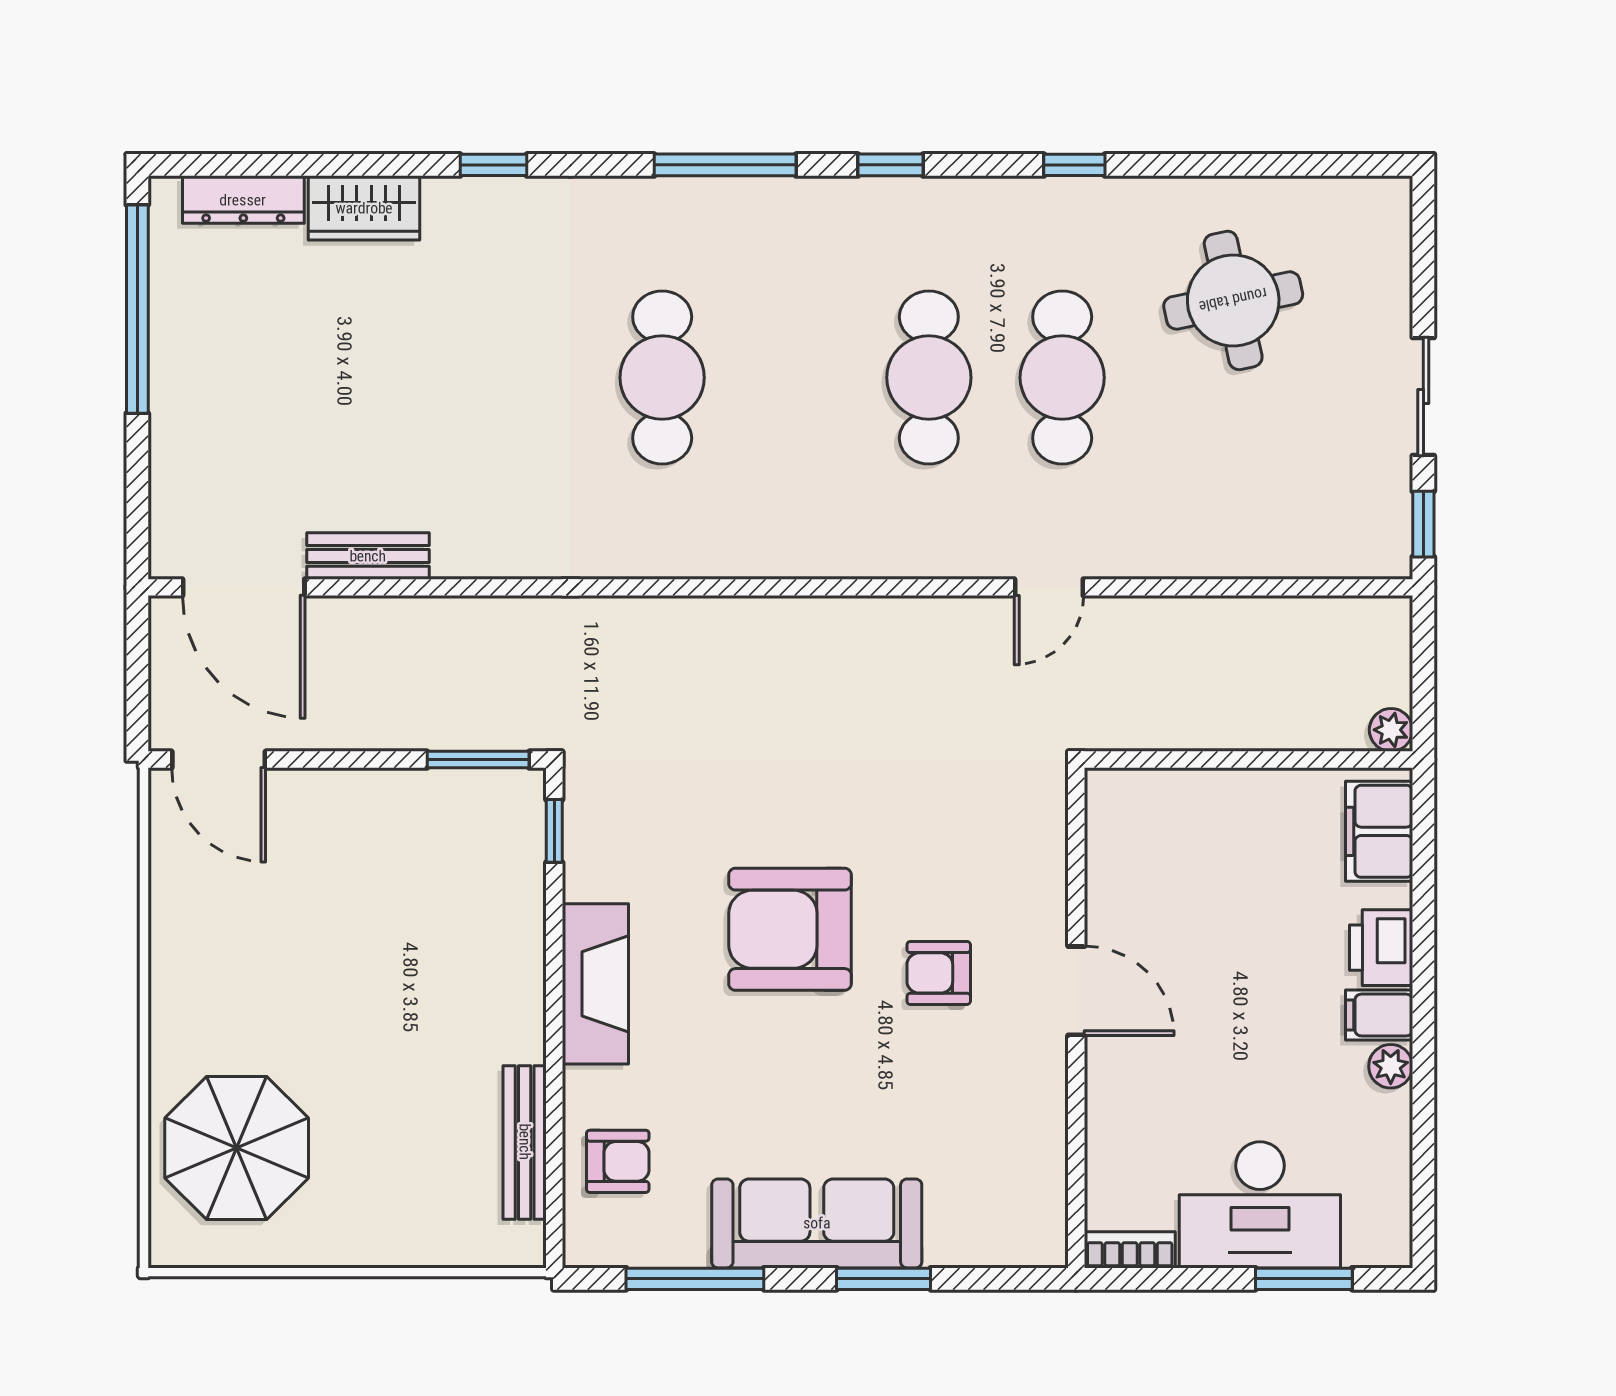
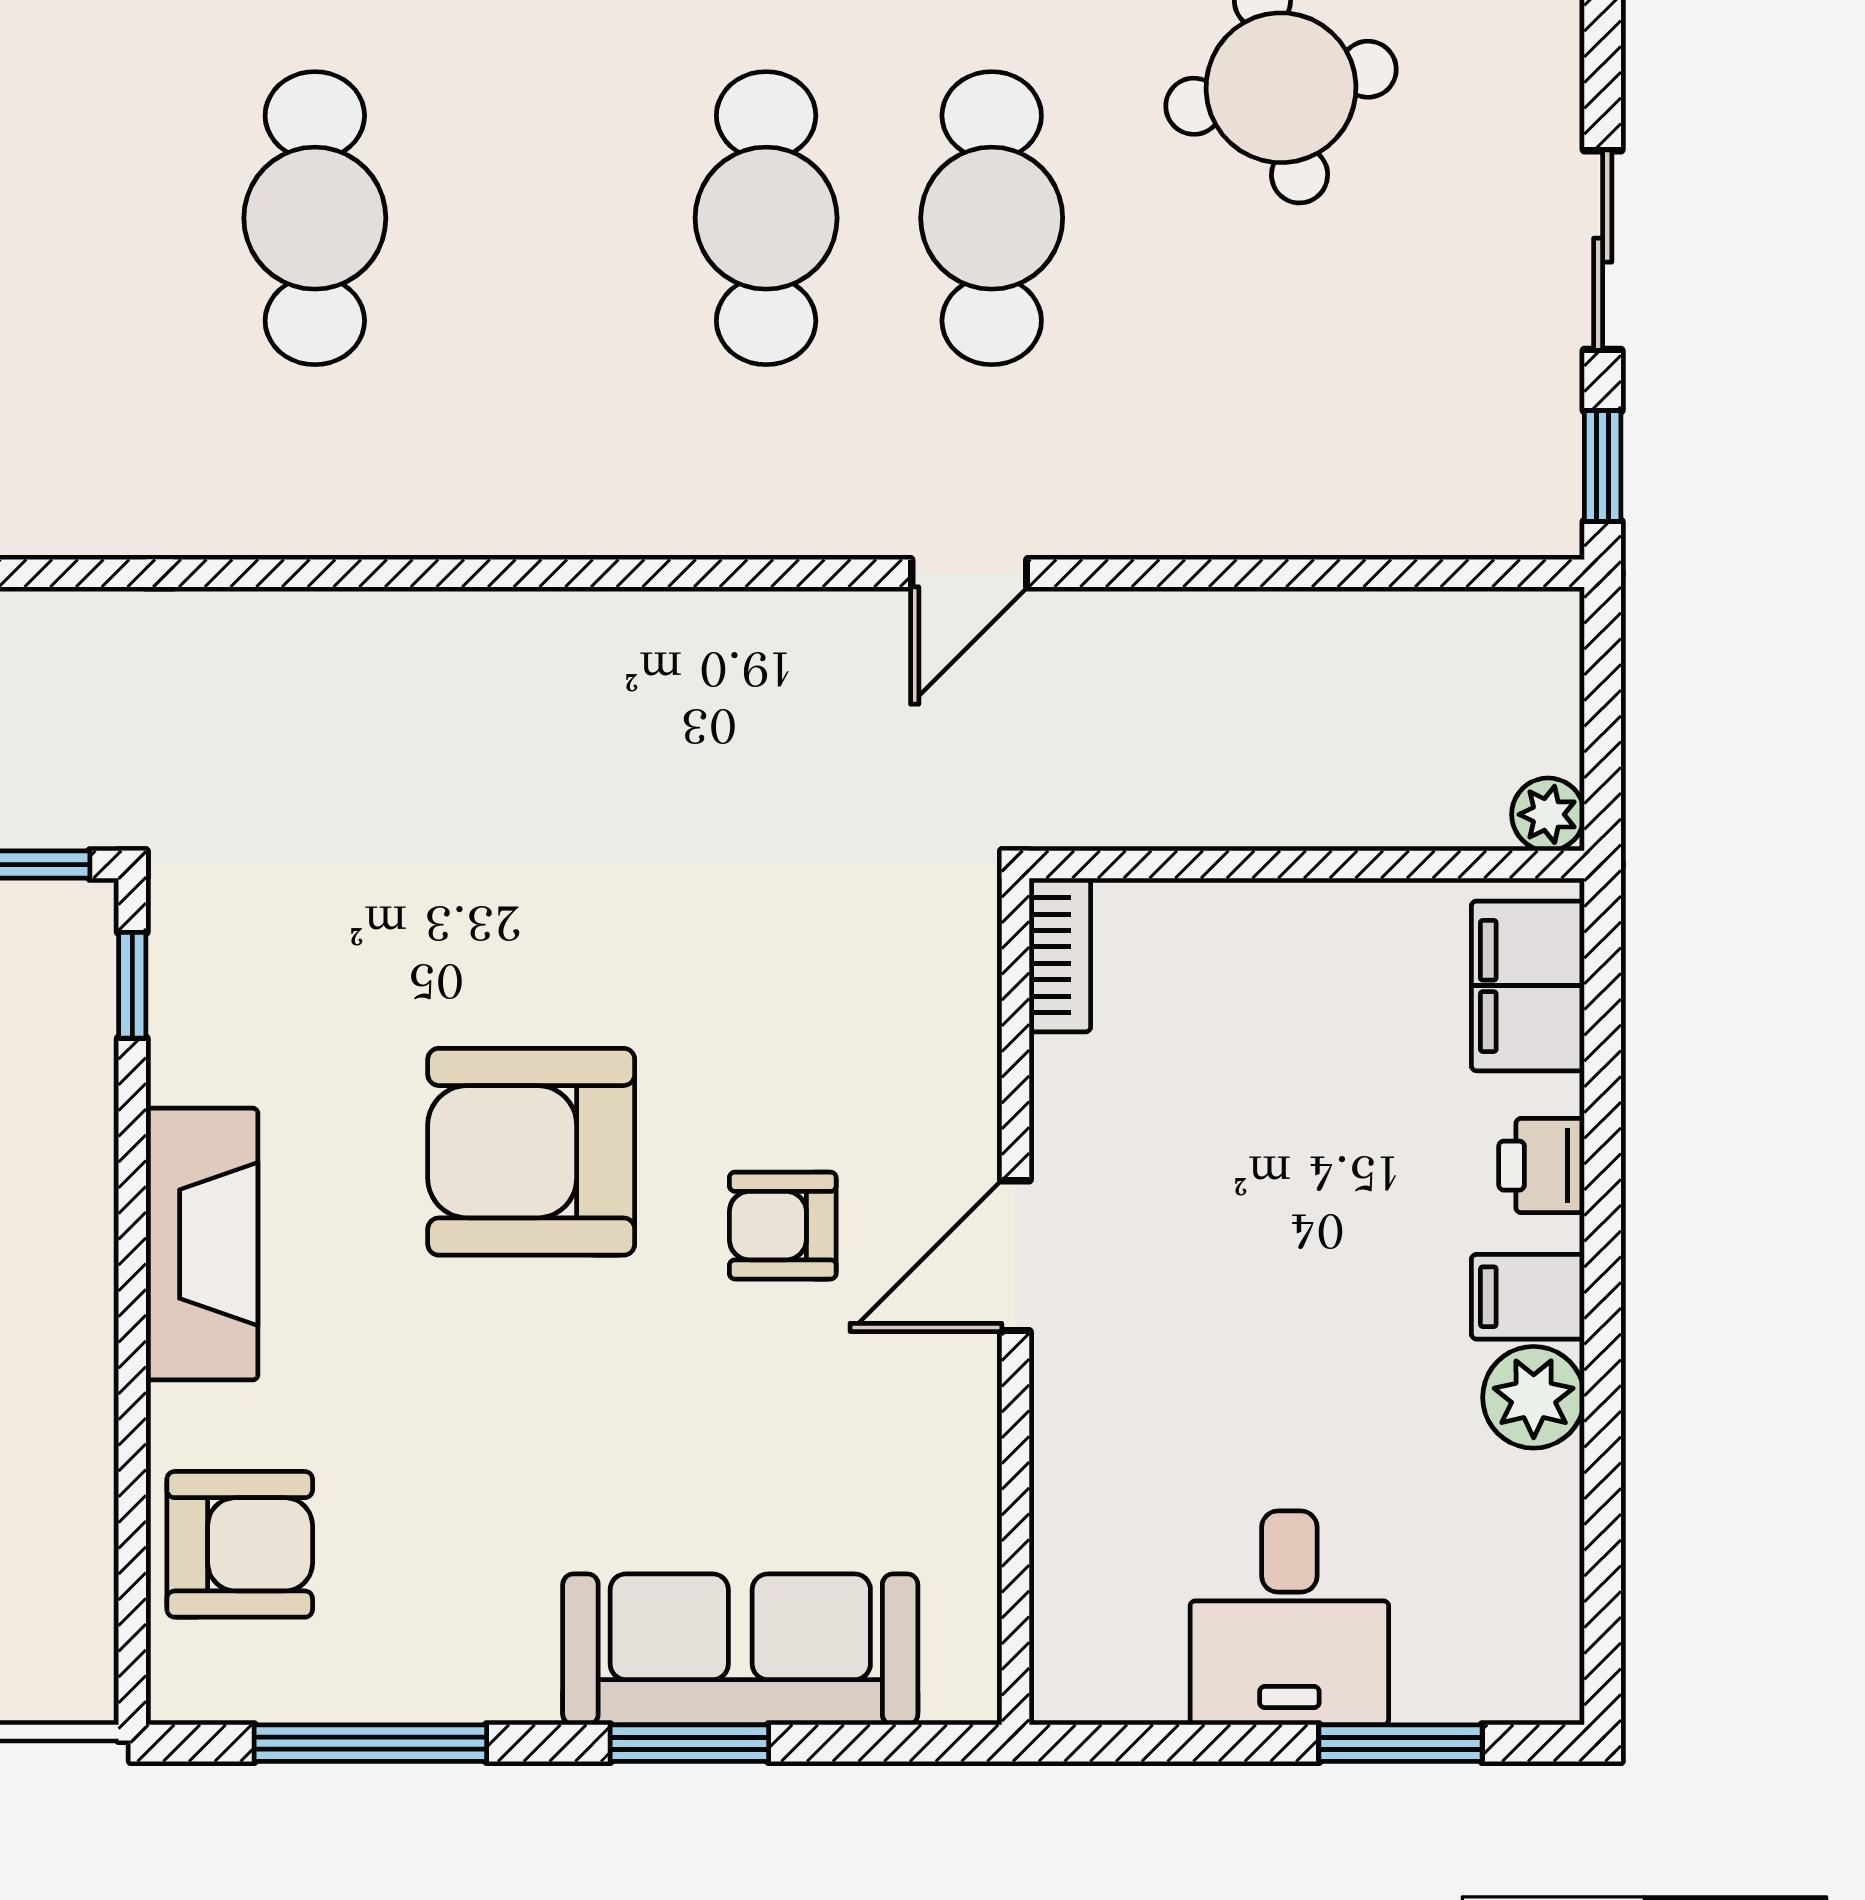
printer: (1381, 948) -> (1542, 1166), width x0.73, depth x0.81
door: (1076, 991) -> (1015, 1256), swing flipped
plant: (1391, 1066) -> (1534, 1397), width x1.38, depth x1.38
bench: (525, 1142) -> (82, 1512), removed
armchair: (618, 1161) -> (240, 1544), width x1.38, depth x1.38
desk: (1260, 1205) -> (1289, 1618), width x0.73
sofa: (817, 1223) -> (740, 1649), moved
bookcase: (1130, 1250) -> (1060, 955), moved, turned 90

